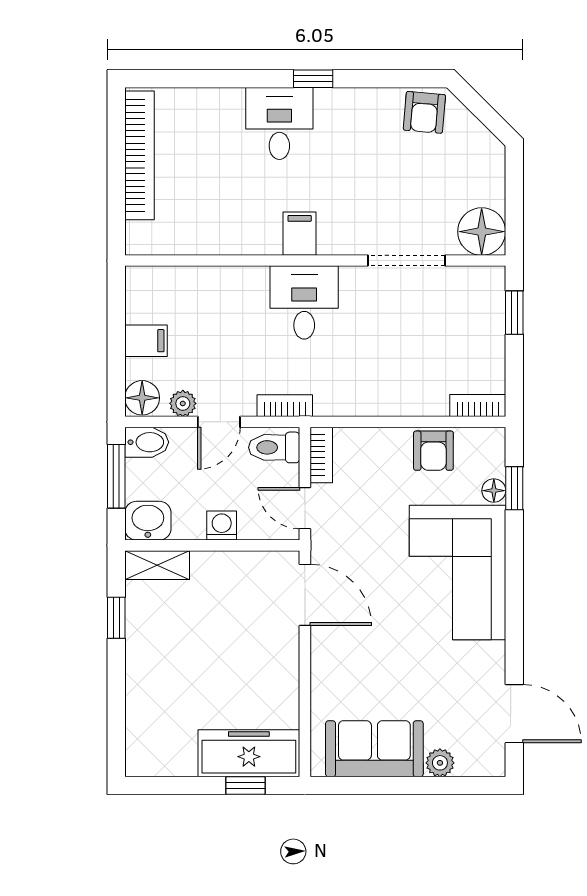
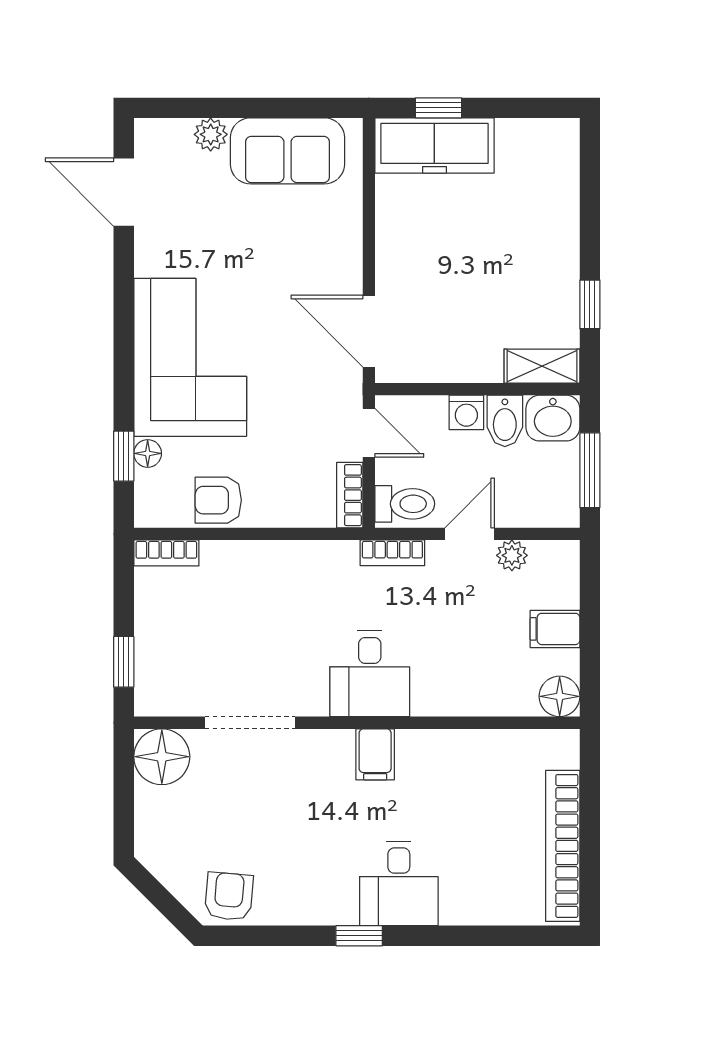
floor lamp: (142, 398) -> (560, 696), moved
bidet: (147, 442) -> (505, 421), moved, turned -90
armchair: (433, 451) -> (218, 500), turned -90

